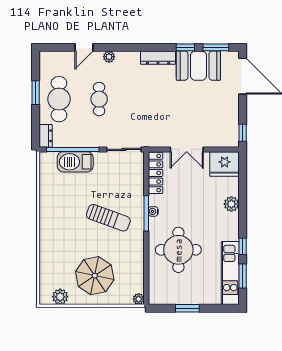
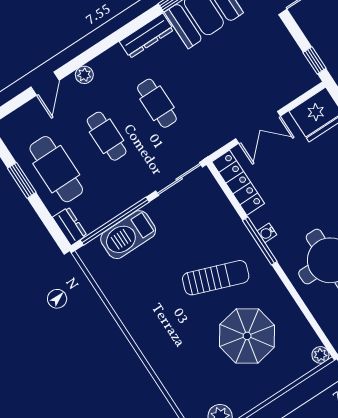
cafe table: (139, 99) -> (157, 103), added
parasol: (95, 276) -> (247, 336), moved

